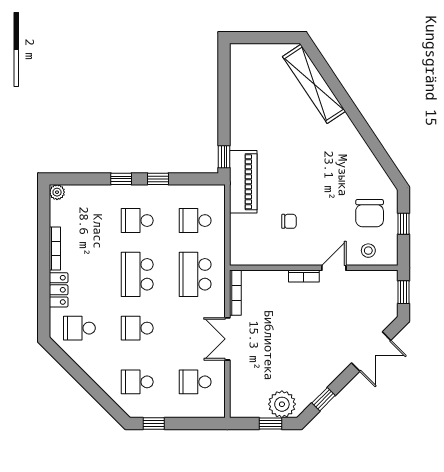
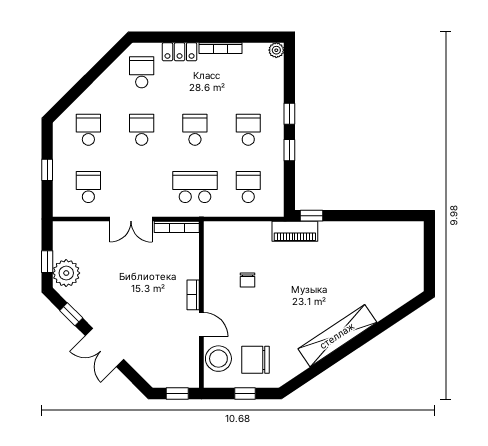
shelving: (314, 84) -> (337, 336), moved
piano: (243, 182) -> (295, 231), width x0.73, depth x0.75
stool: (368, 251) -> (218, 359), width x1.89, depth x1.89
school desk: (137, 274) -> (195, 130), width x0.54
double door: (227, 339) -> (131, 219), swing flipped
double door: (371, 352) -> (104, 347), moved
window: (154, 423) -> (47, 170), moved

